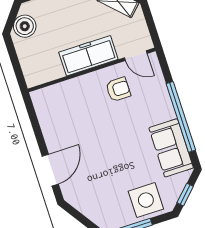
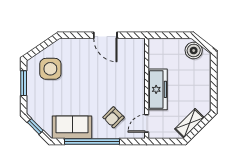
armchair: (118, 89) -> (114, 117), moved, turned 45
door: (50, 170) -> (105, 35), moved
side table: (146, 200) -> (50, 69), moved

